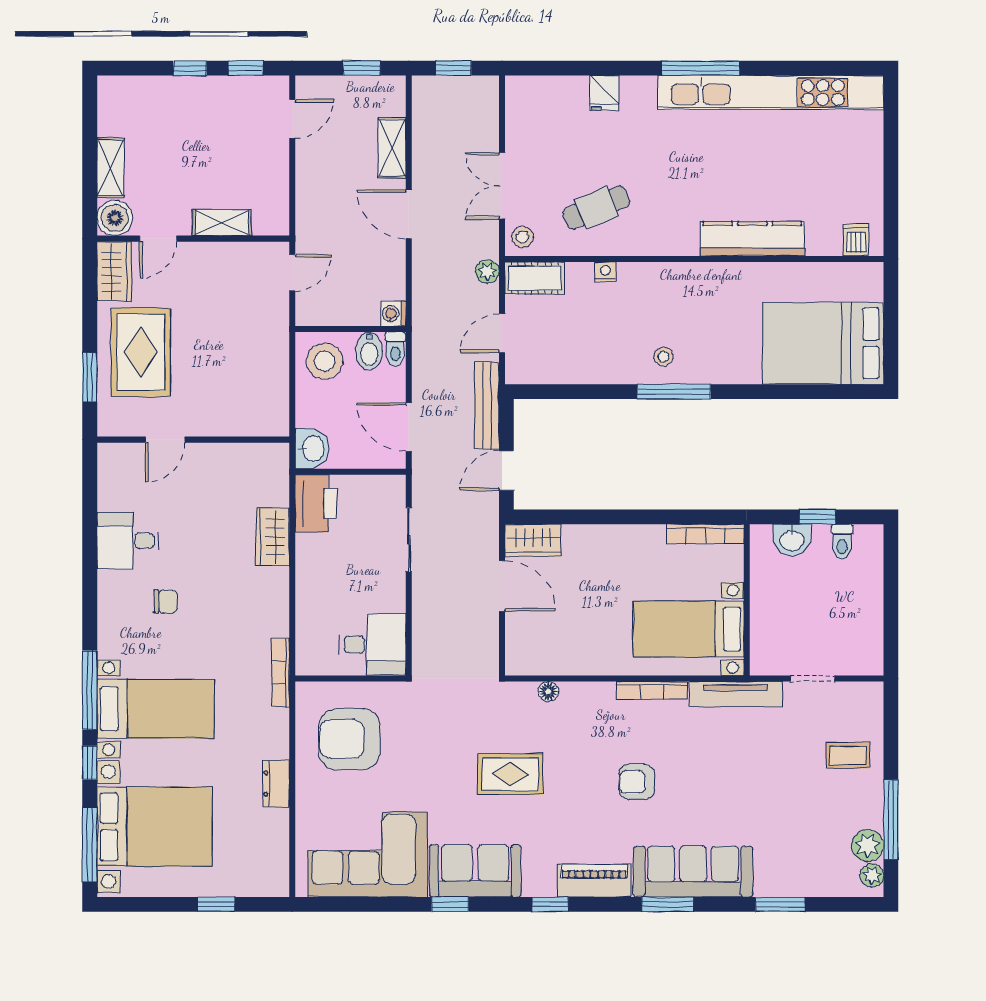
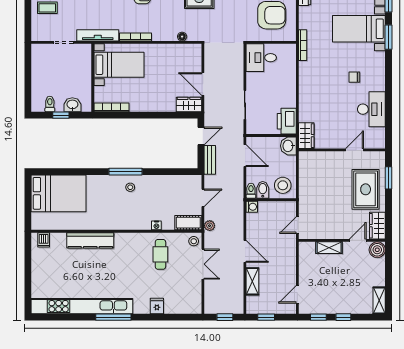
shelving: (110, 168) -> (379, 300), moved
cafe table: (596, 208) -> (160, 254), turned -67
bench: (487, 406) -> (210, 160), width x0.73
wardrobe: (273, 537) -> (306, 136), moved
desk: (128, 541) -> (371, 109), width x1.37
window: (90, 690) -> (389, 37), width x0.69

